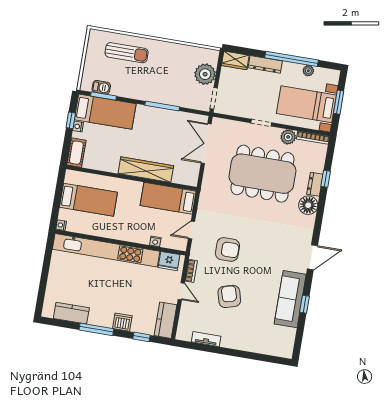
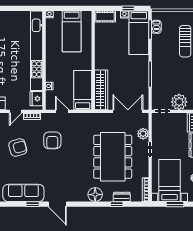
plant: (288, 137) -> (143, 134), moved
wardrobe: (146, 170) -> (101, 90), moved
dresser: (315, 184) -> (122, 197), moved
window: (304, 304) -> (33, 204), moved

